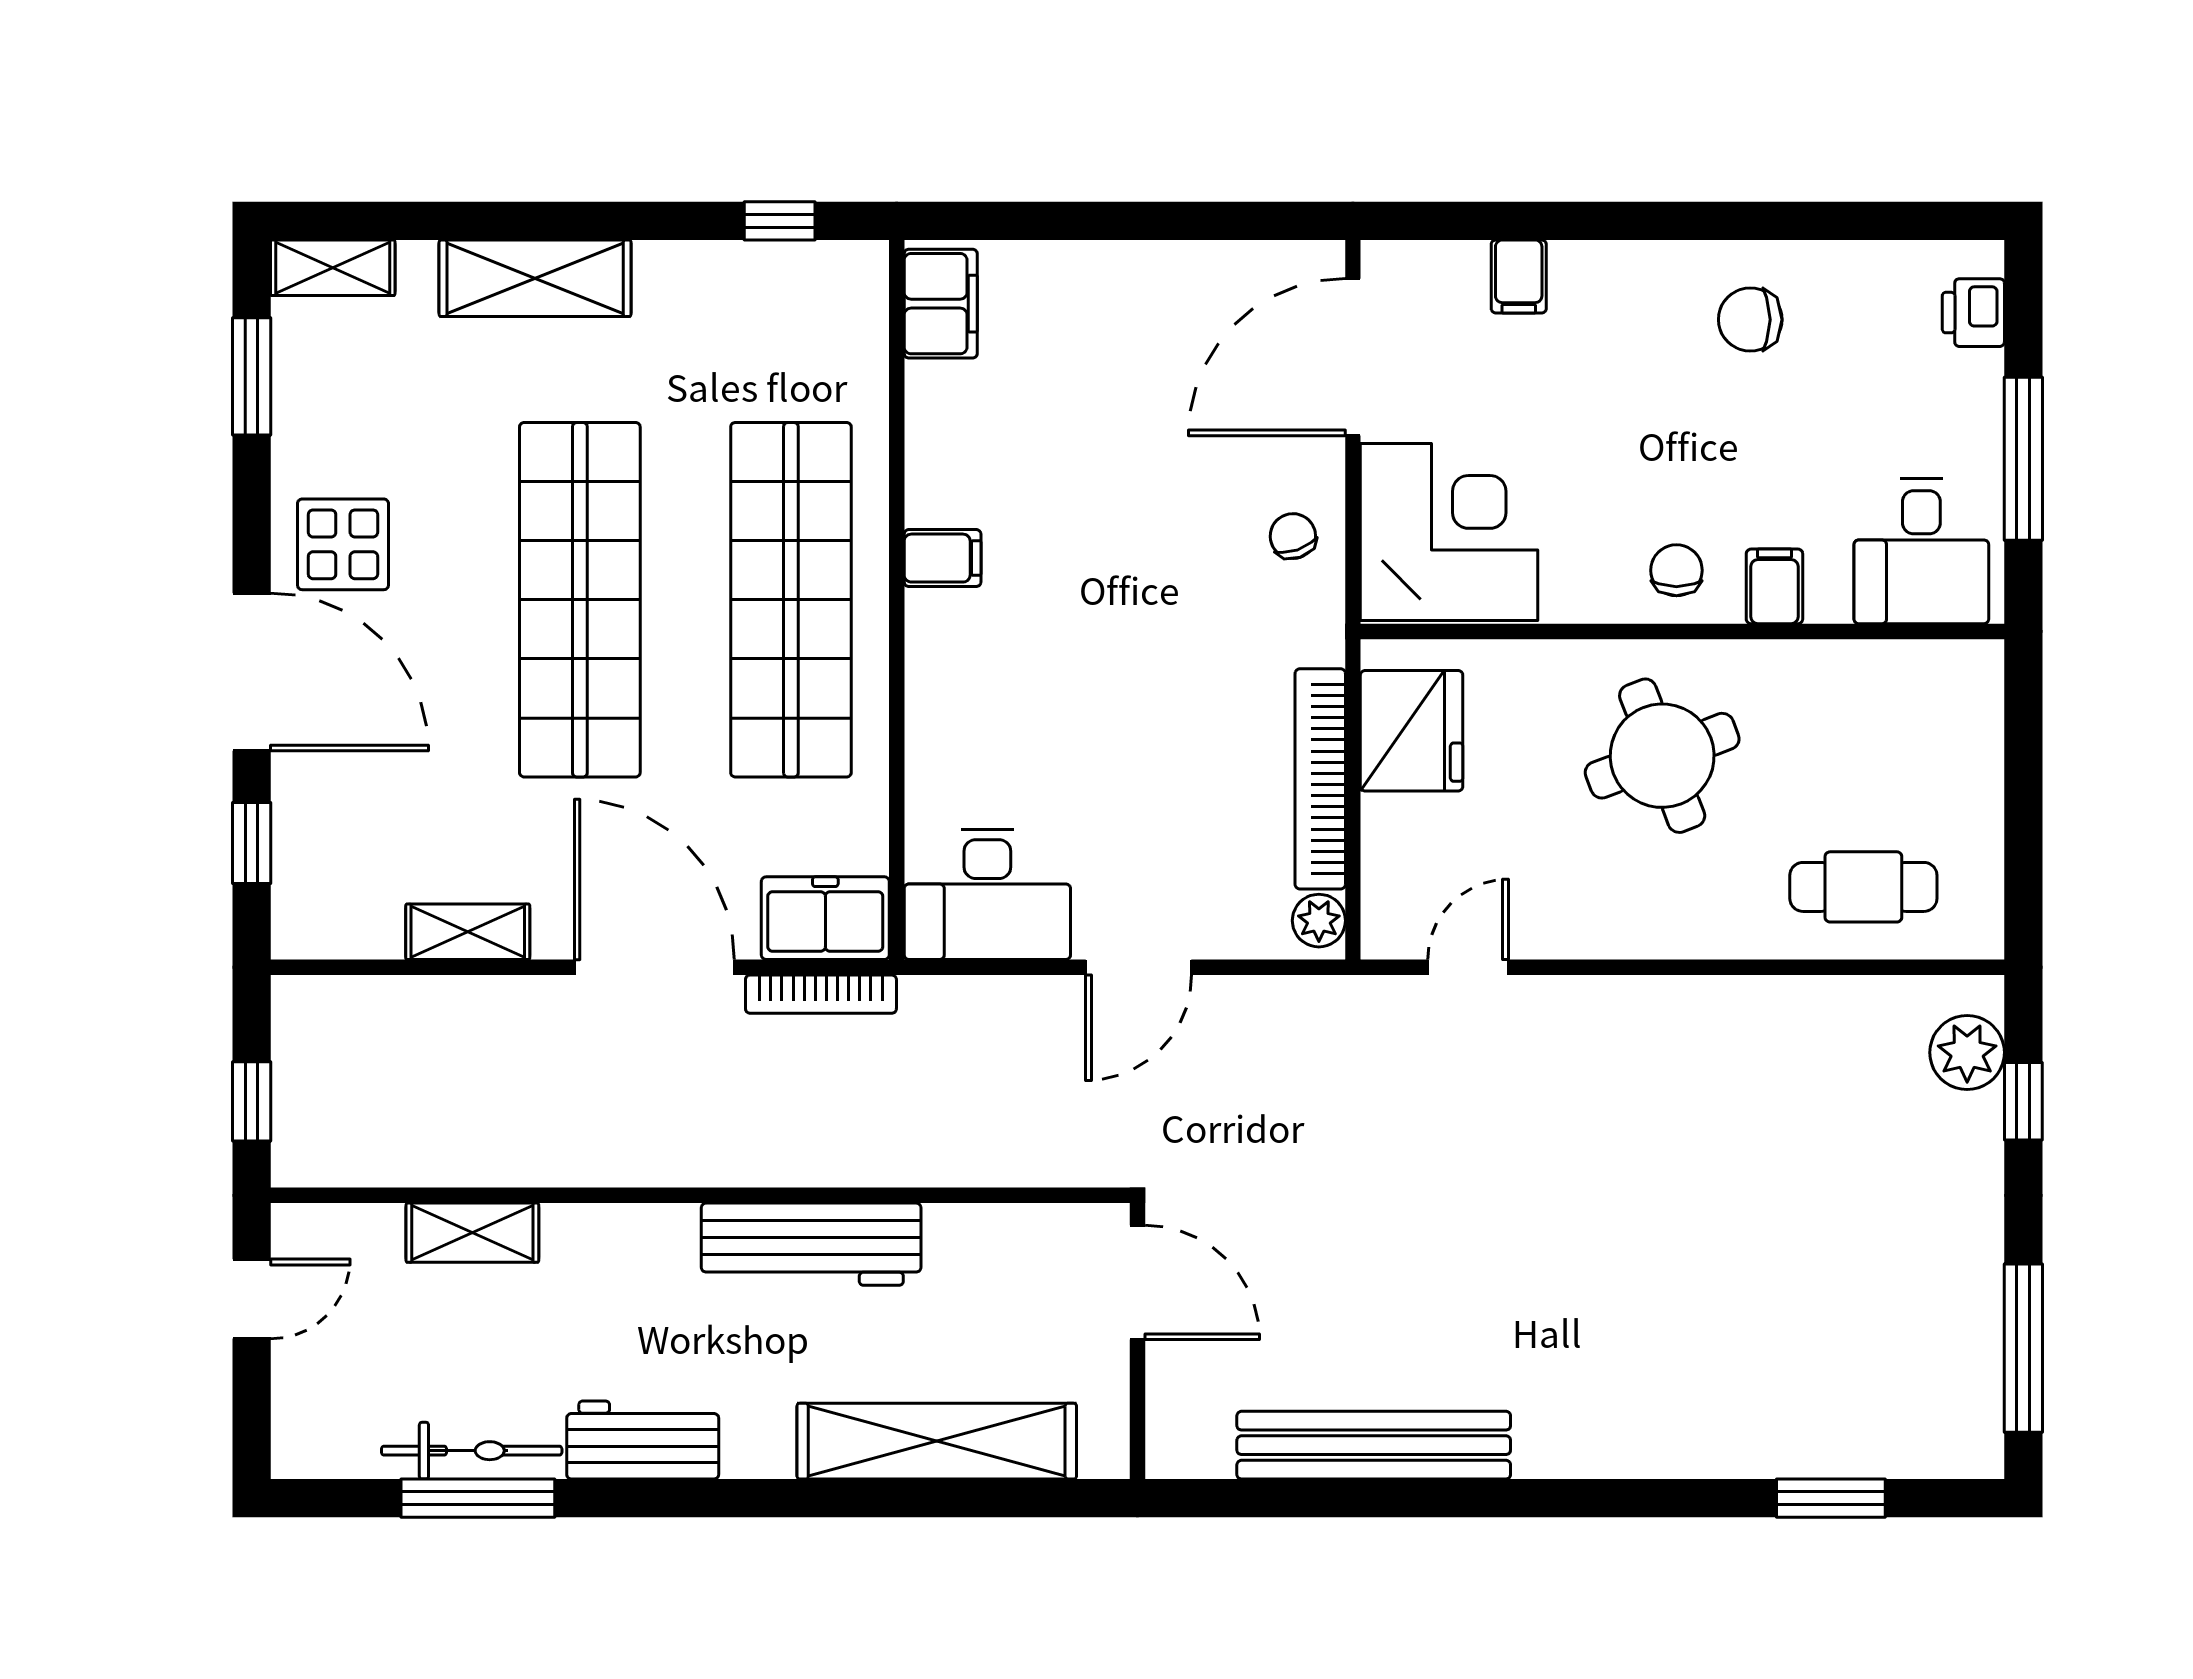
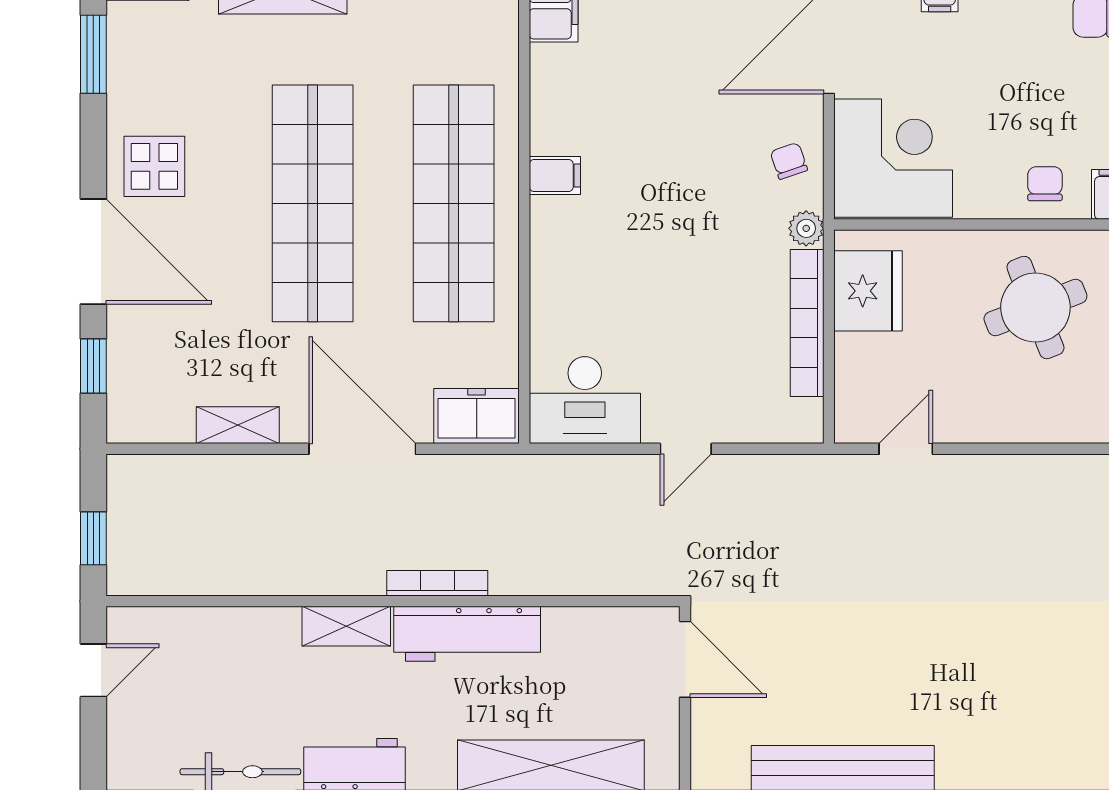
plant: (1319, 921) -> (806, 228), moved
door: (1139, 967) -> (686, 449), width x0.73
bookcase: (821, 994) -> (437, 583), moved, turned 180
shelving: (472, 1233) -> (346, 626), moved

